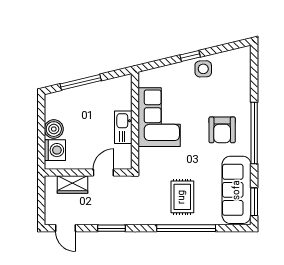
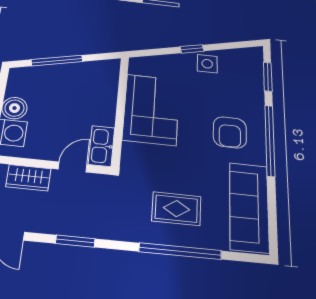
kitchen sink: (123, 127) -> (102, 146), moved
rug: (182, 197) -> (176, 209), turned 90
window: (254, 202) -> (268, 77), moved

